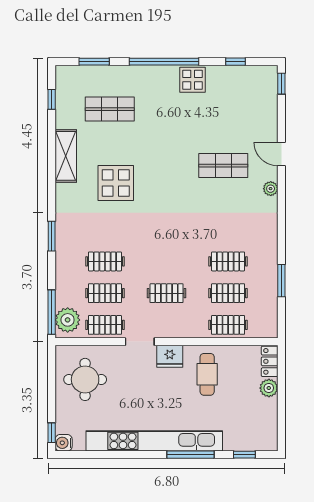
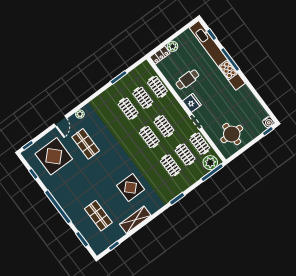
display table: (193, 80) -> (54, 156), moved, width x1.86, depth x1.86
clothes rail: (167, 261) -> (149, 137), added
kitchen unit: (154, 441) -> (217, 55), moved

